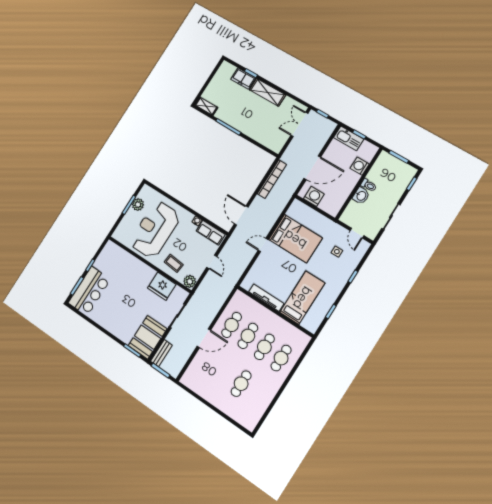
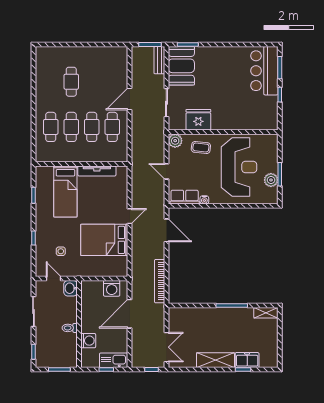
washbasin: (361, 196) -> (71, 288), moved

